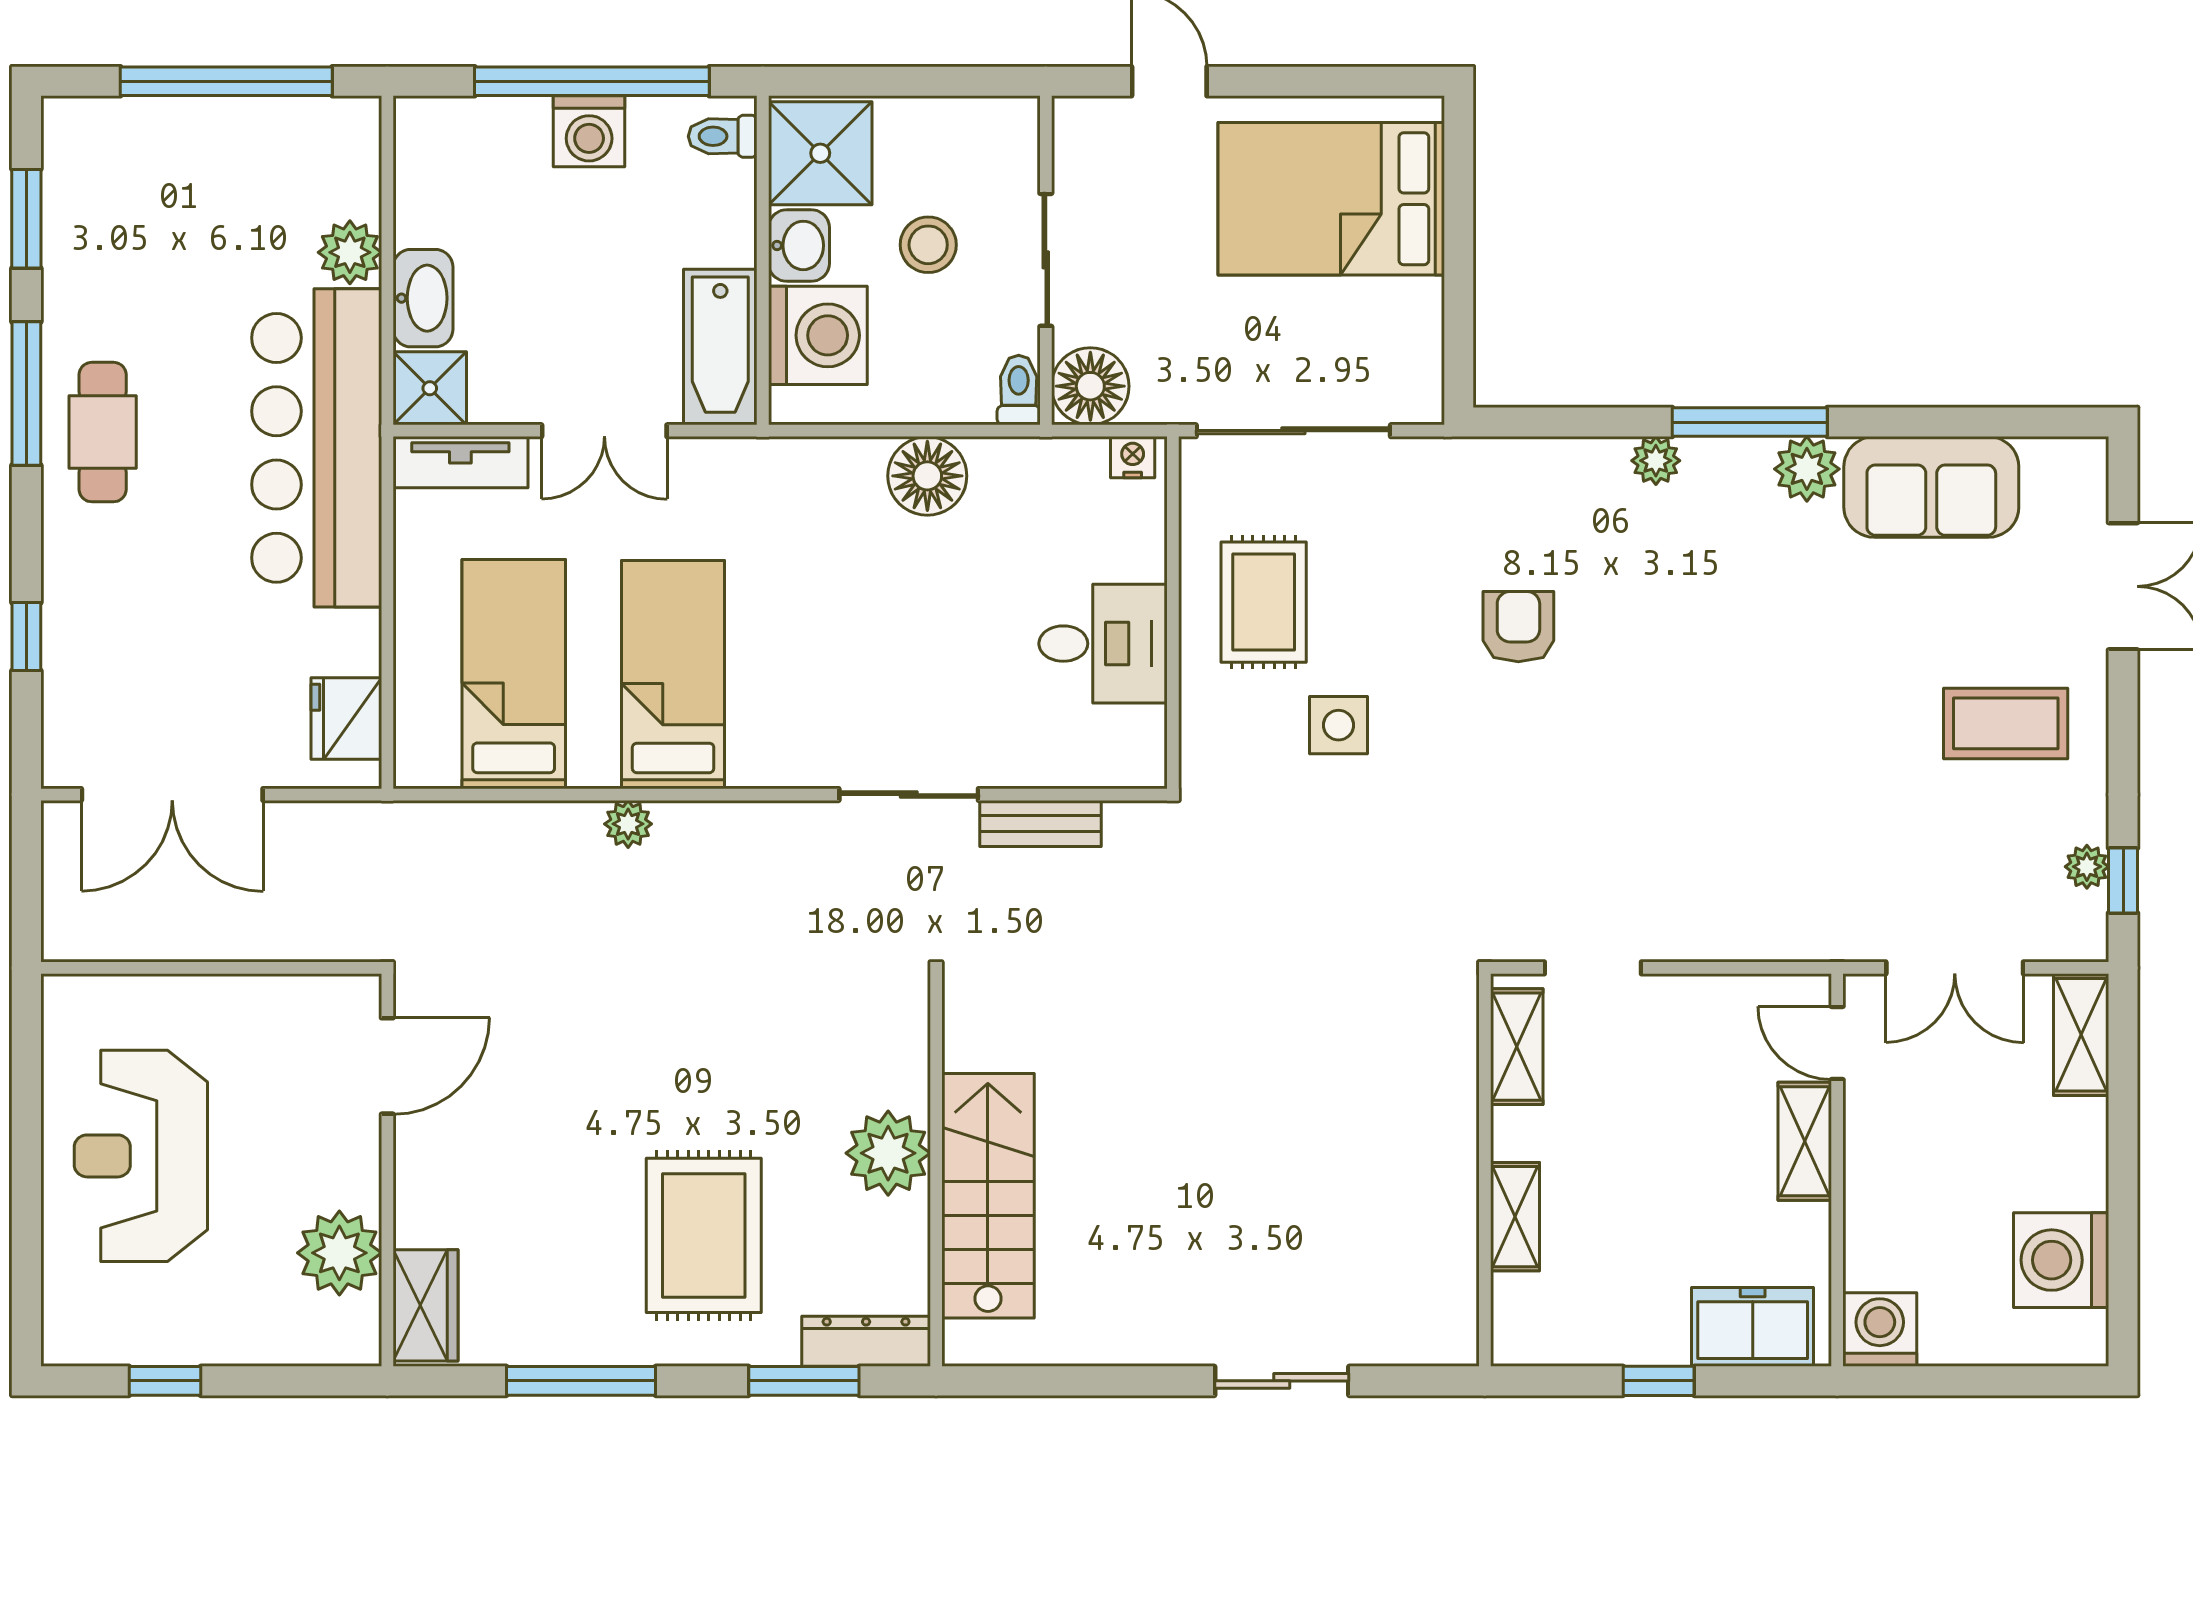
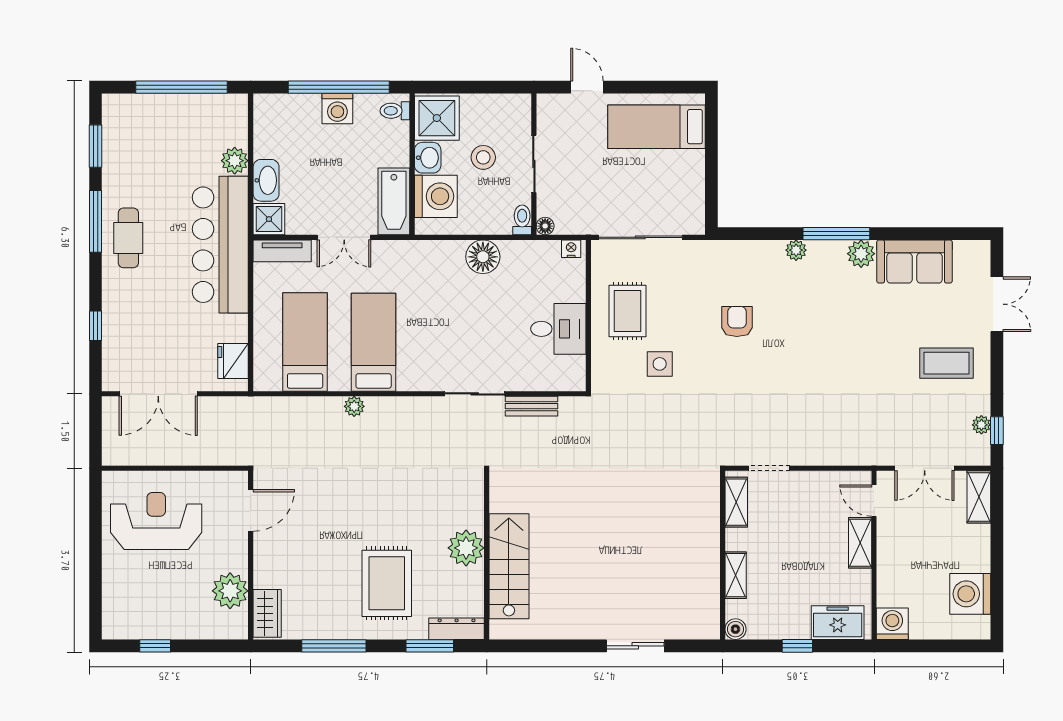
bed: (1331, 199) -> (657, 127), width x0.67
floor lamp: (1090, 386) -> (545, 226), width x0.53, depth x0.53
reception desk: (141, 1156) -> (156, 521), moved, turned 90
boiler: (1515, 1342) -> (735, 629), added

